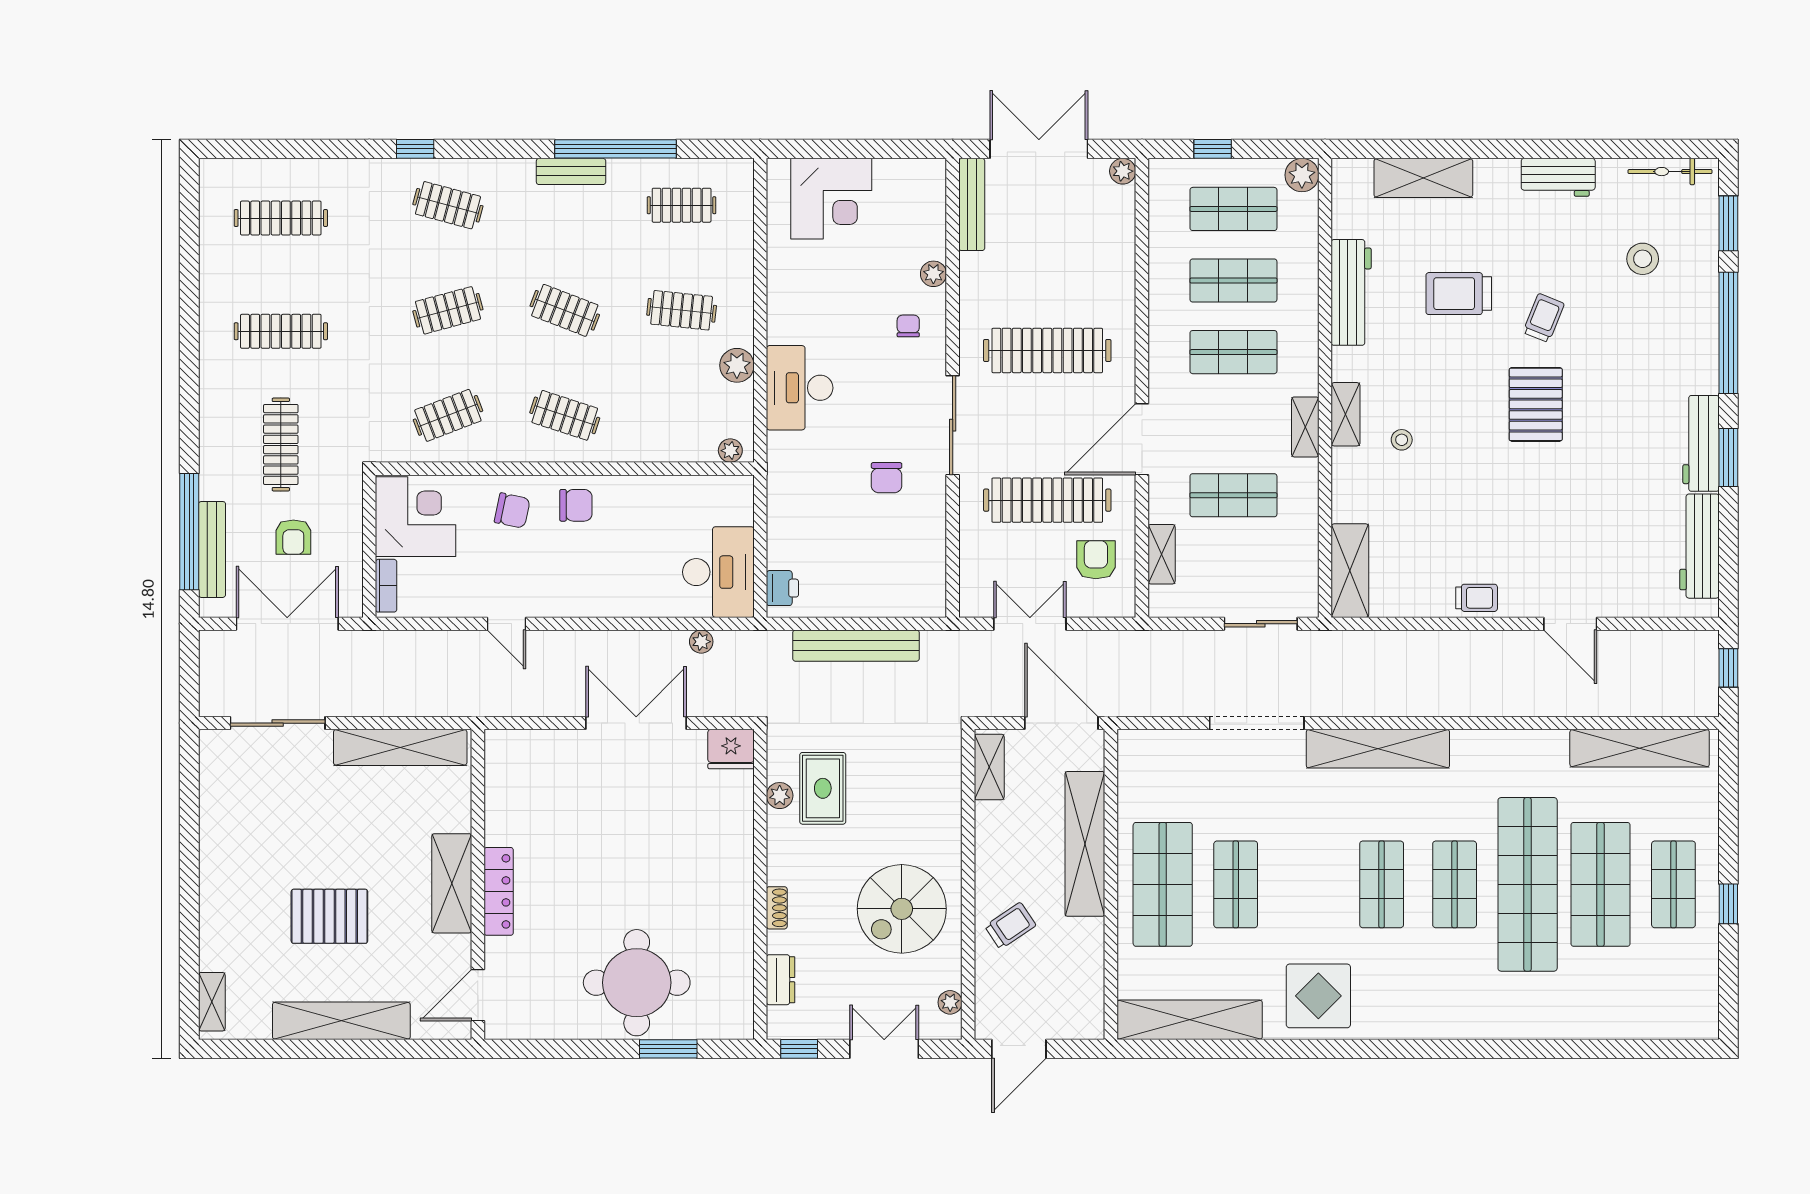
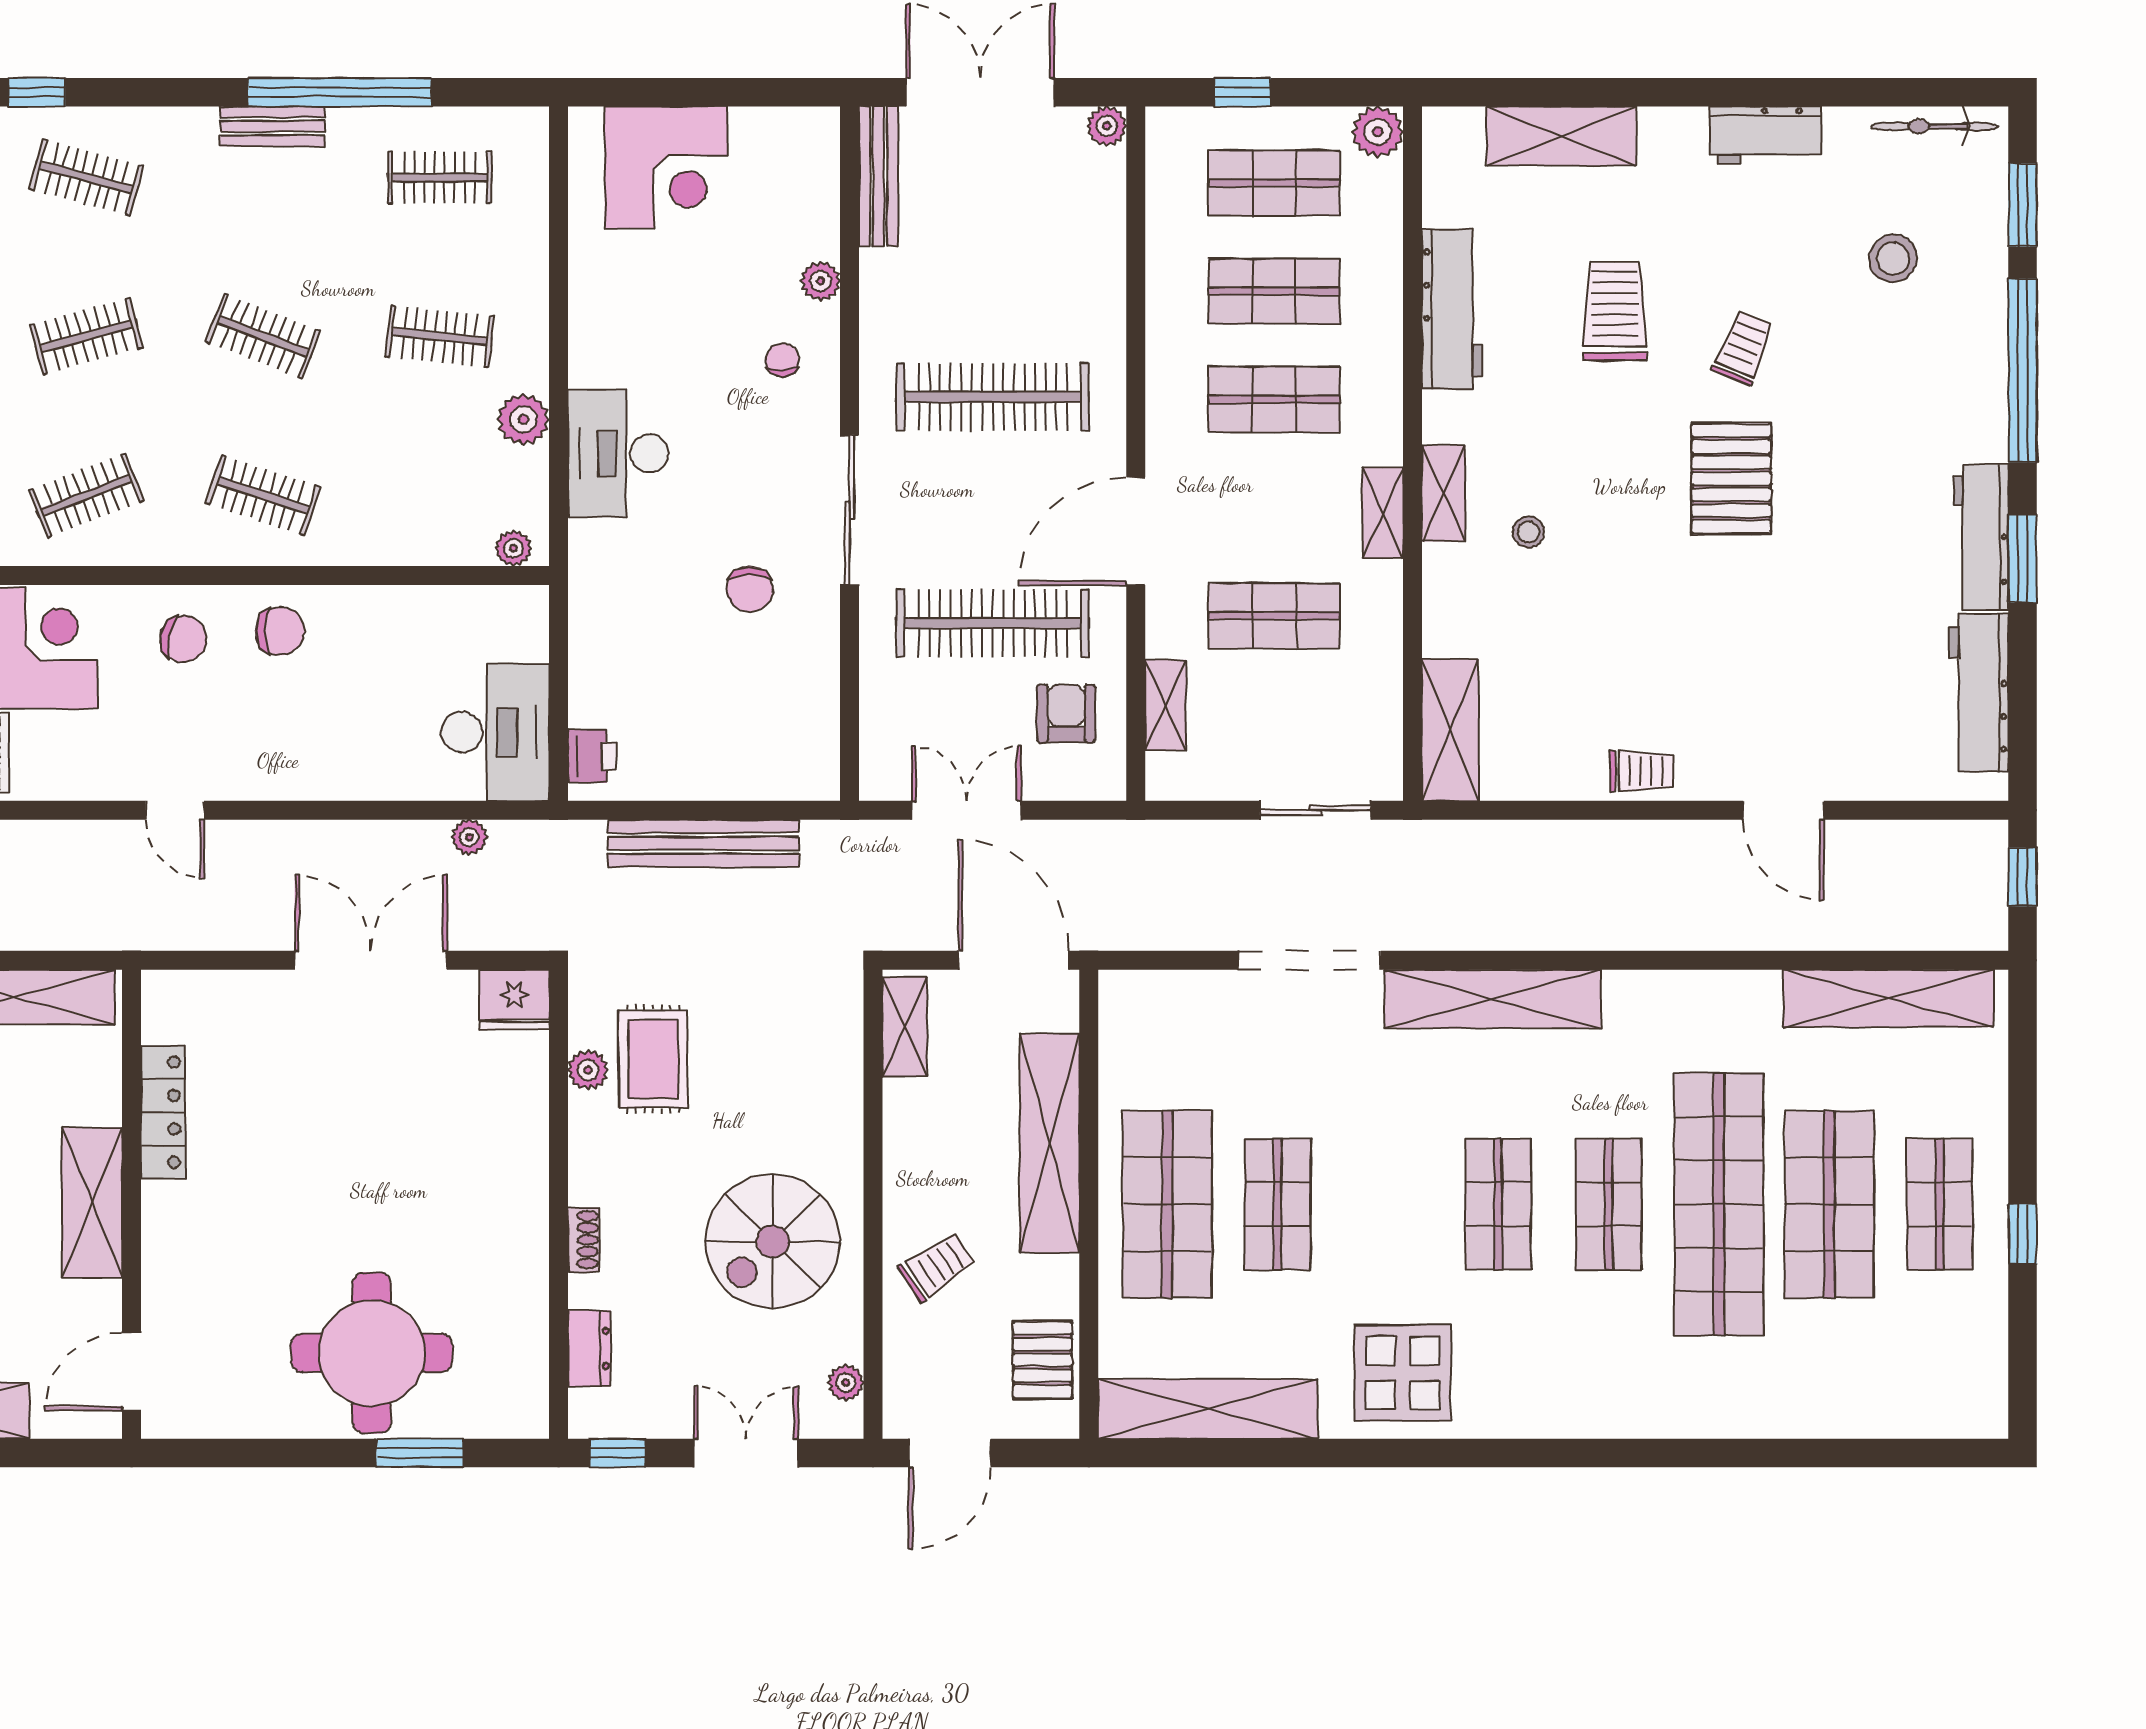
trolley: (1459, 294) -> (1615, 311), turned 90
locker: (499, 891) -> (163, 1112), moved
pallet: (1080, 987) -> (1042, 1360), added

